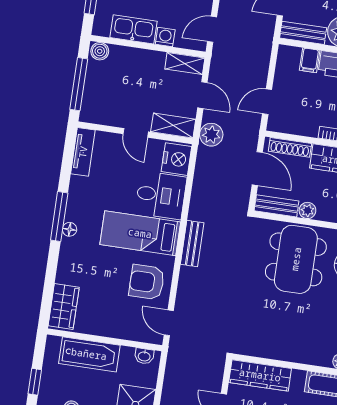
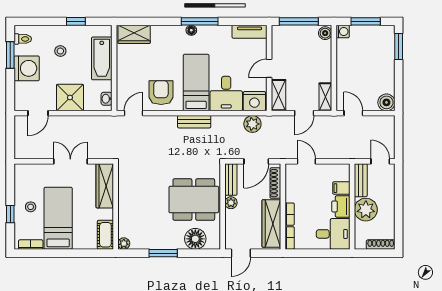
kitchen sink: (134, 29) -> (345, 56), removed
washing machine: (165, 37) -> (343, 31), moved
plant: (211, 135) -> (252, 124), moved

